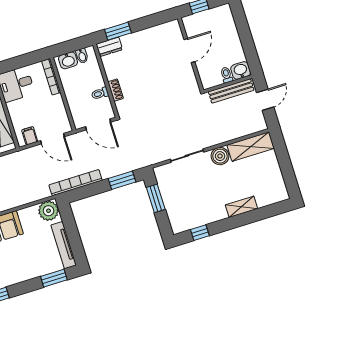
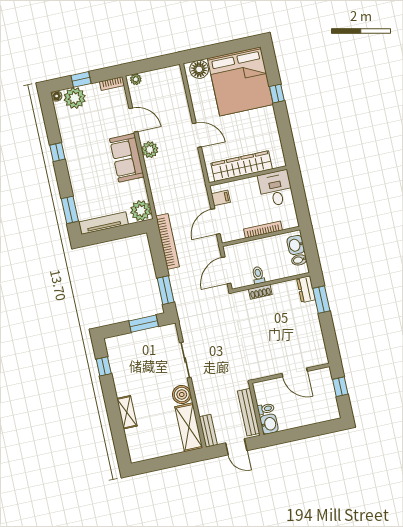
bookcase: (51, 77) -> (263, 230), moved
bench: (252, 128) -> (208, 431), added

